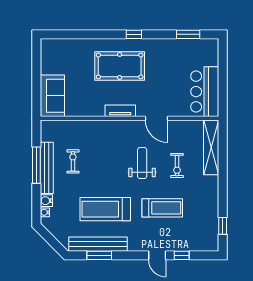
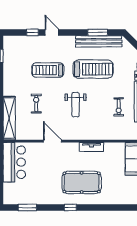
tv unit: (120, 111) -> (91, 147), moved
weight bench: (142, 163) -> (76, 105), moved

